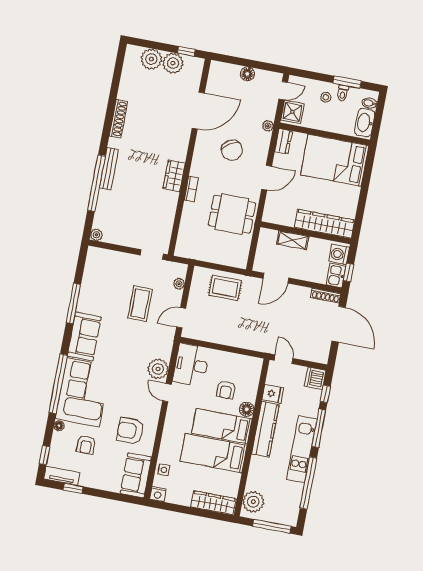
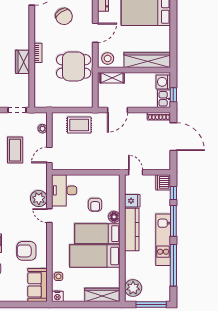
wardrobe: (174, 176) -> (23, 62), moved
stool: (276, 212) -> (108, 58), added
shelving: (293, 240) -> (112, 78), moved

